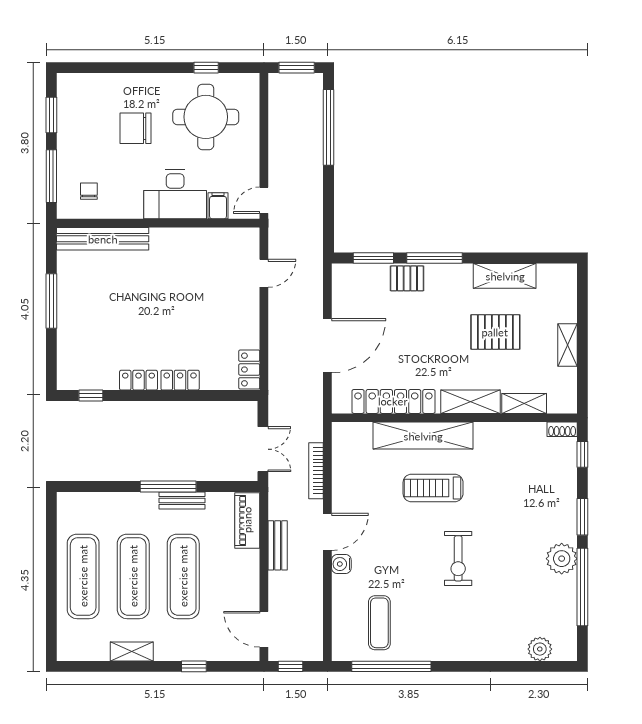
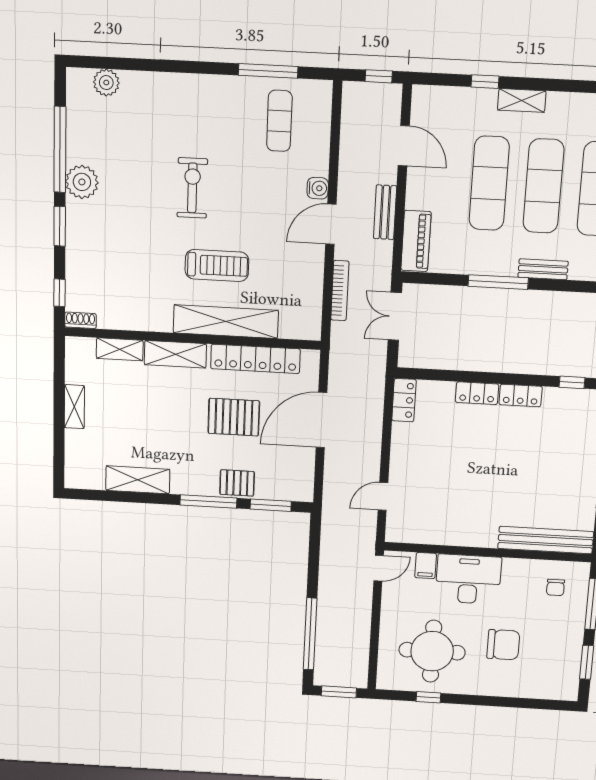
pallet: (495, 332) -> (234, 417), moved
bench: (182, 501) -> (543, 269), moved
door: (264, 629) -> (404, 146), moved
shelving: (132, 651) -> (522, 100), moved
window: (391, 666) -> (268, 71), width x0.68

